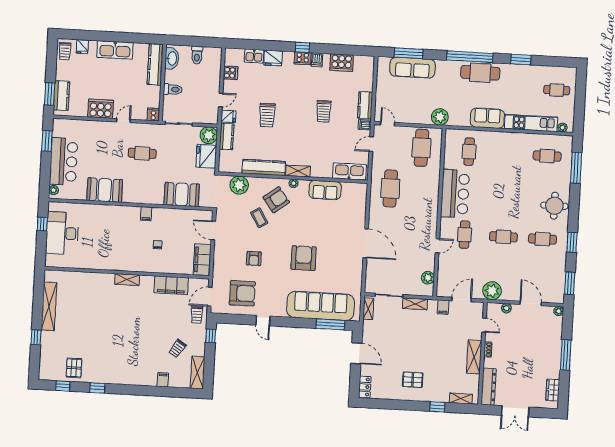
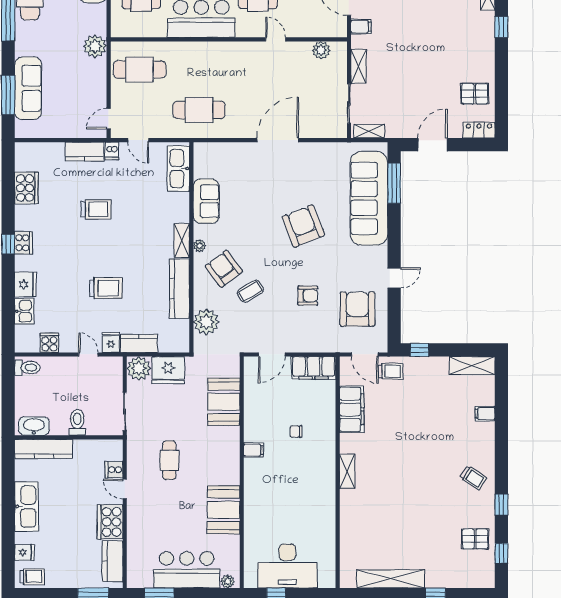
toilet: (197, 55) -> (27, 368), moved
dishwasher: (317, 60) -> (24, 223), removed
kitchen counter: (61, 96) -> (113, 561), moved, turned -90
cooker: (153, 115) -> (114, 470), moved
armchair: (304, 258) -> (303, 226), turned 68
trolley: (177, 348) -> (473, 478), moved
pallet: (413, 380) -> (475, 94), moved, turned 90

